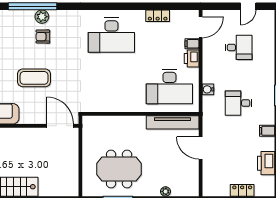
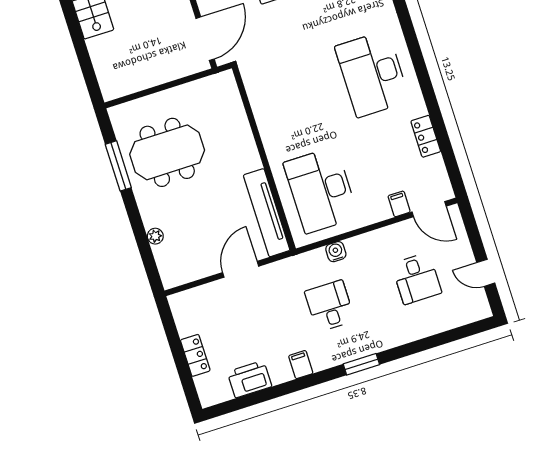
printer: (192, 59) -> (376, 211), removed
meeting table: (119, 169) -> (167, 152), turned 90

